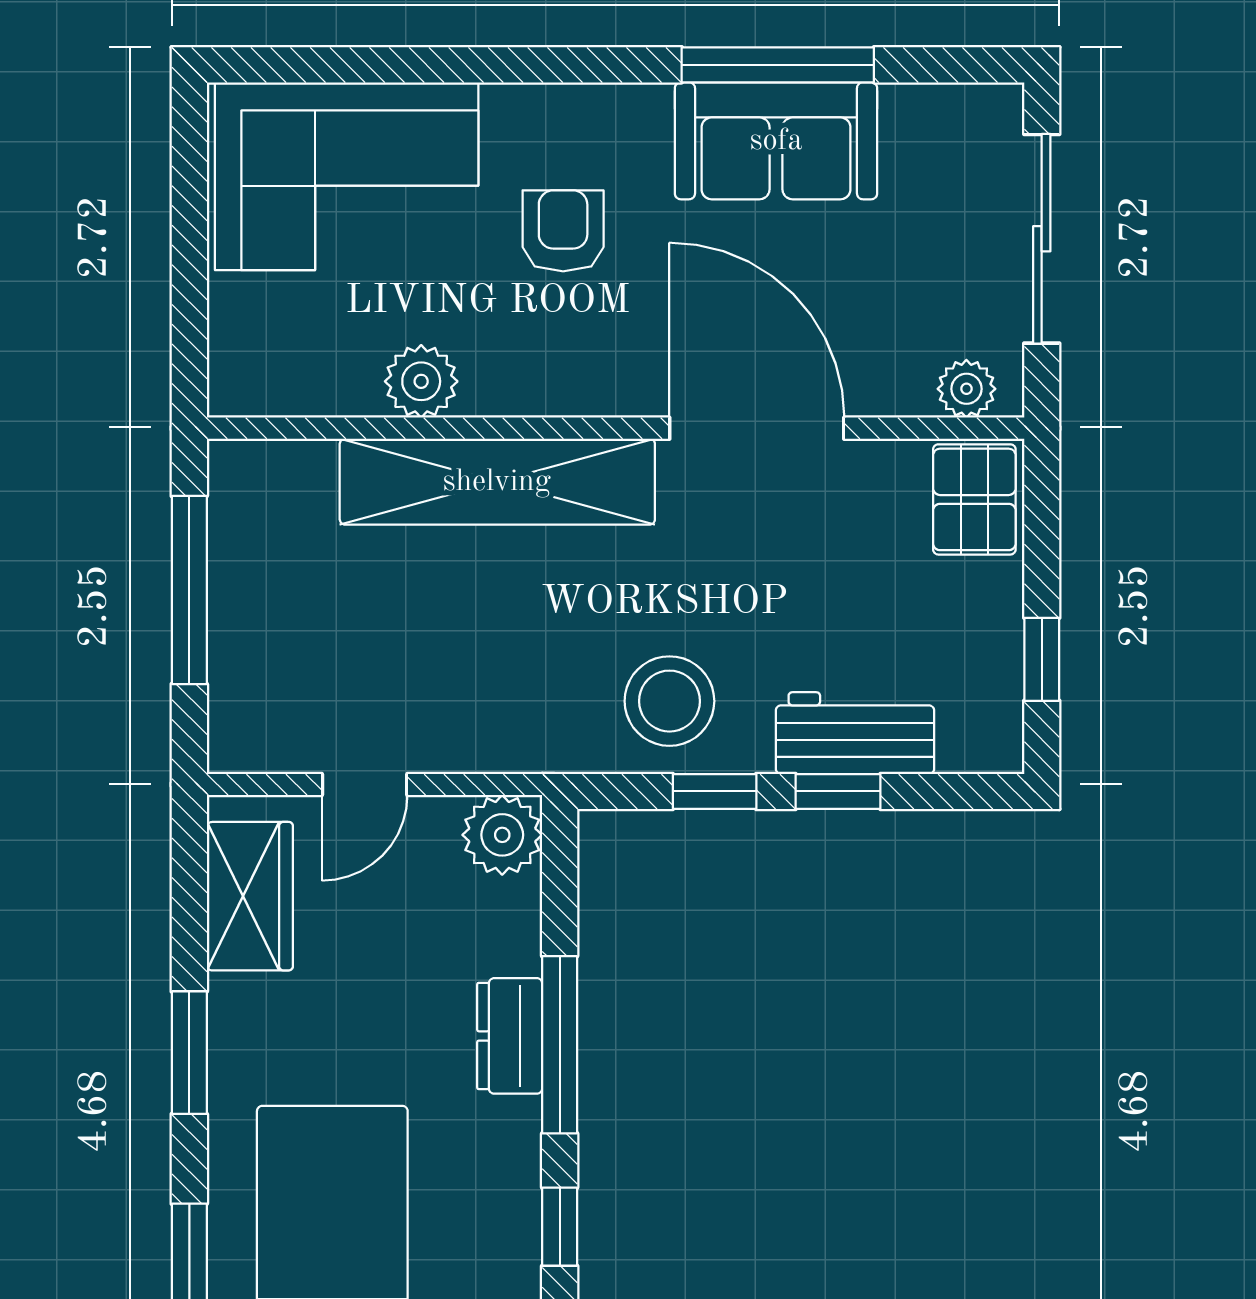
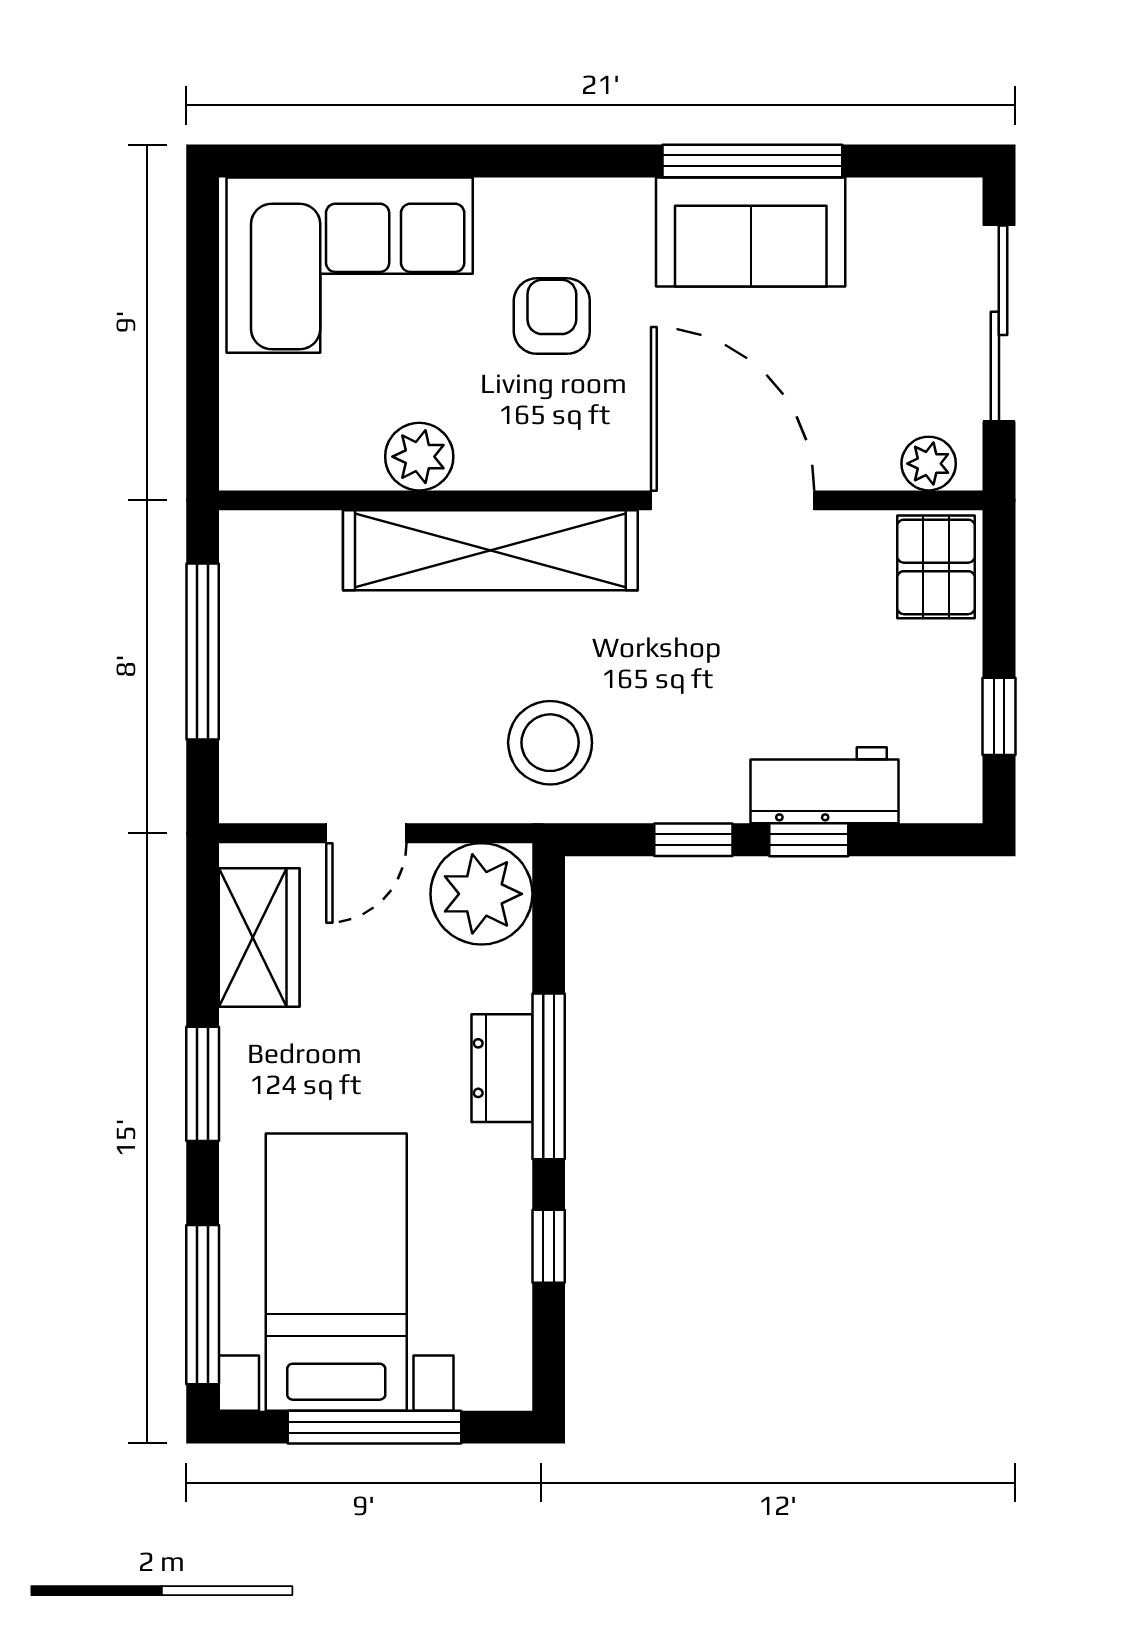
stool: (669, 701) -> (550, 743), moved
plant: (502, 835) -> (481, 894), width x1.36, depth x1.36

